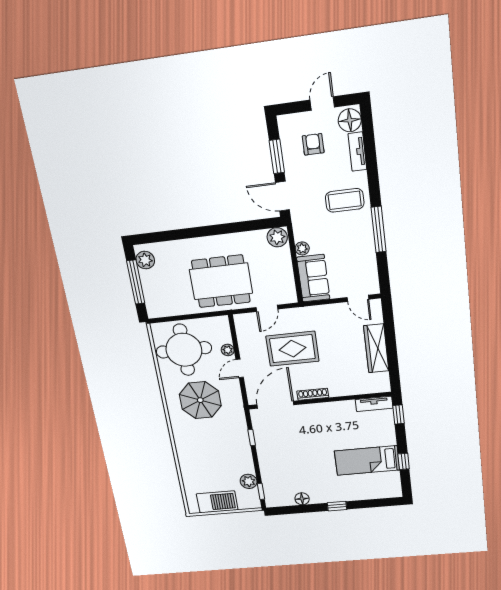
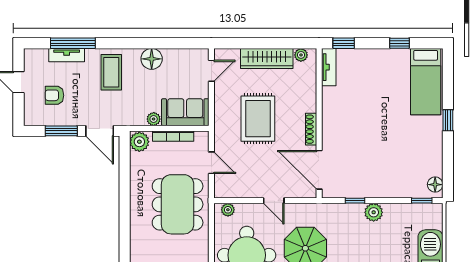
floor lamp: (350, 120) -> (152, 59), moved
door: (282, 196) -> (100, 131), hinge flipped
window: (379, 229) -> (73, 43), moved
bookcase: (288, 269) -> (173, 136), added
rug: (292, 349) -> (258, 119), moved
plant: (228, 350) -> (228, 210), moved
plant: (383, 379) -> (301, 55), added
bed: (367, 460) -> (426, 82), moved
plant: (249, 481) -> (374, 212), moved
floor lamp: (302, 499) -> (435, 185), moved

